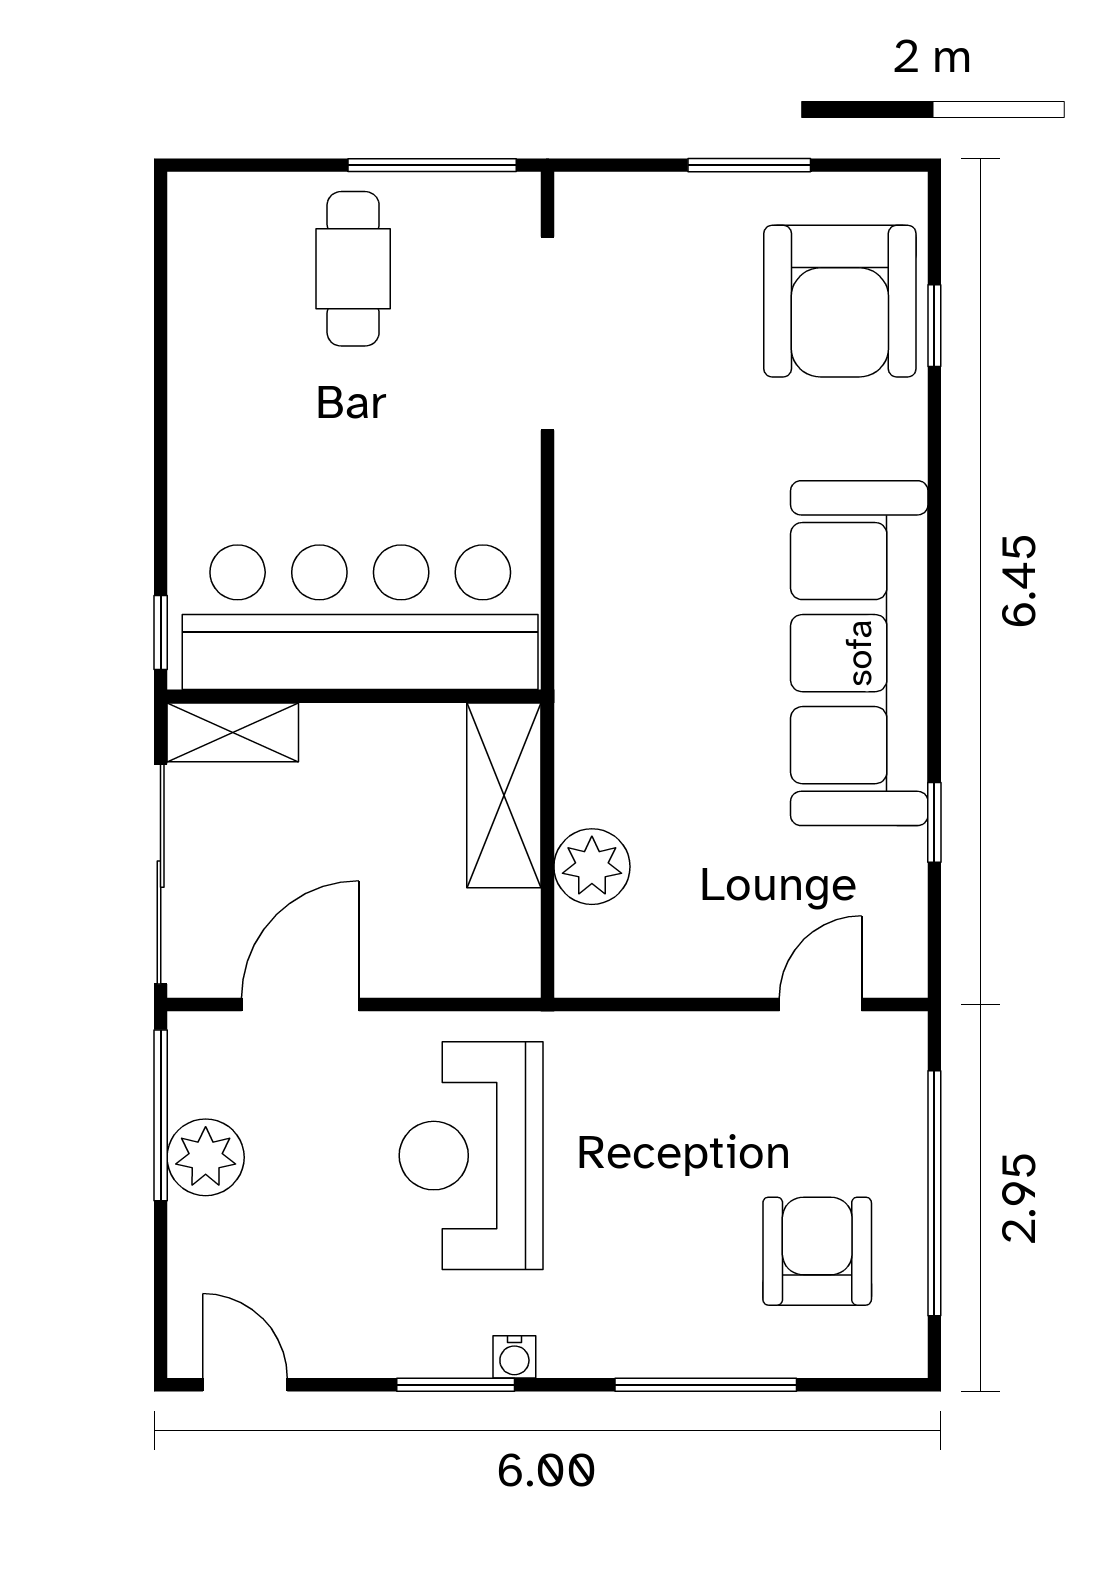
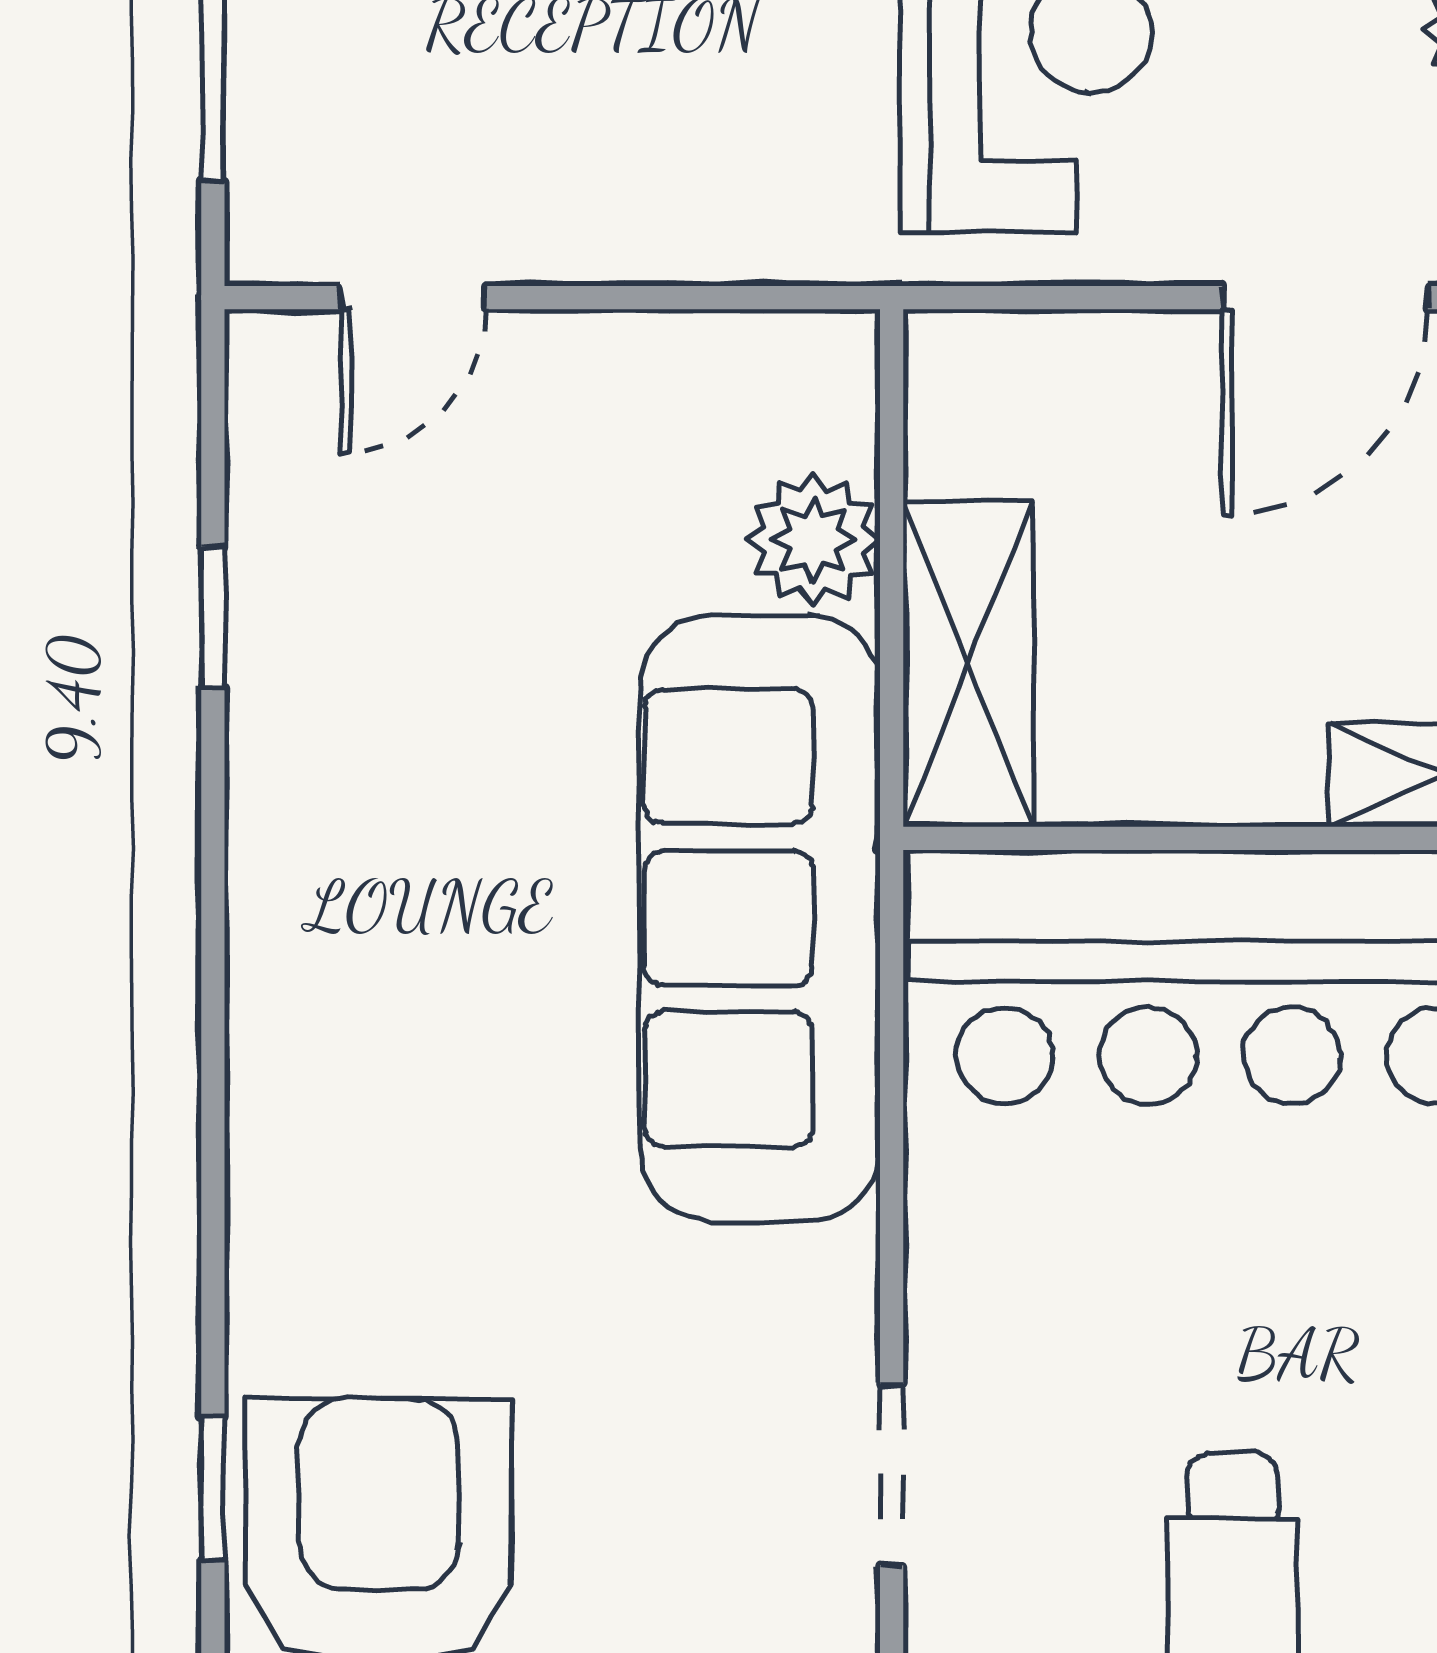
doorway: (547, 333) -> (892, 1475), width x0.53
sofa: (859, 653) -> (760, 918), moved, turned 180

